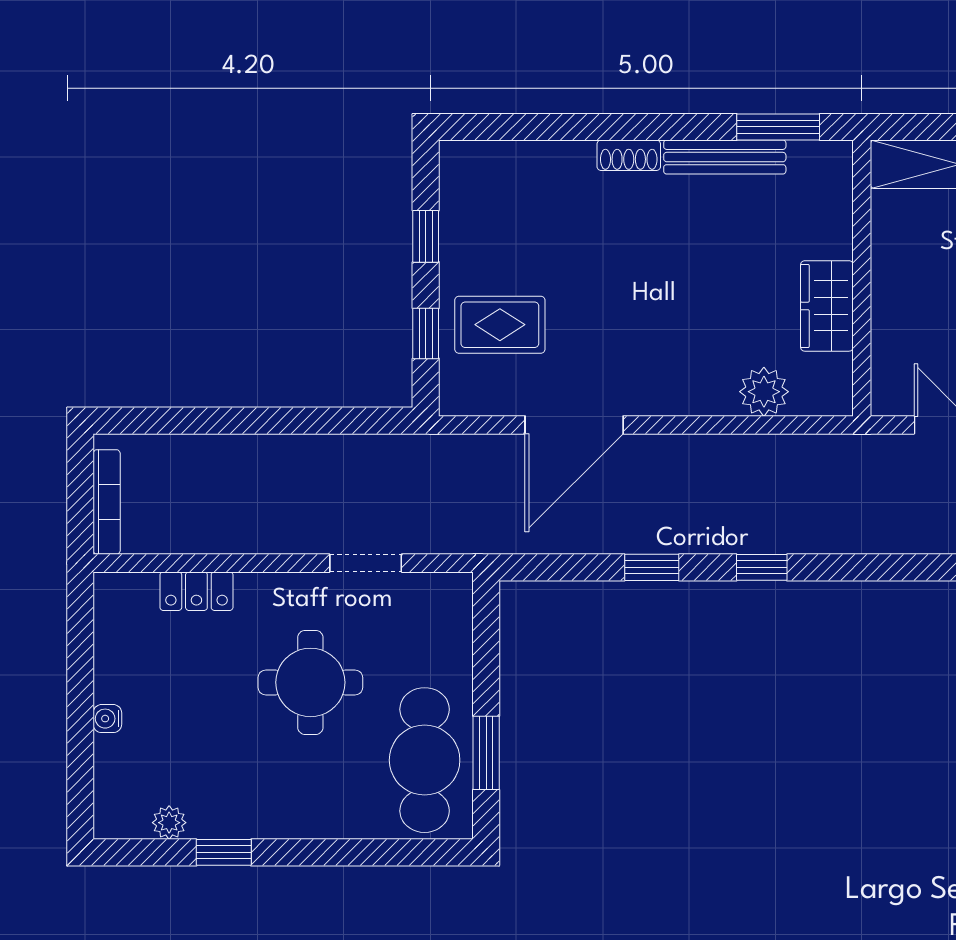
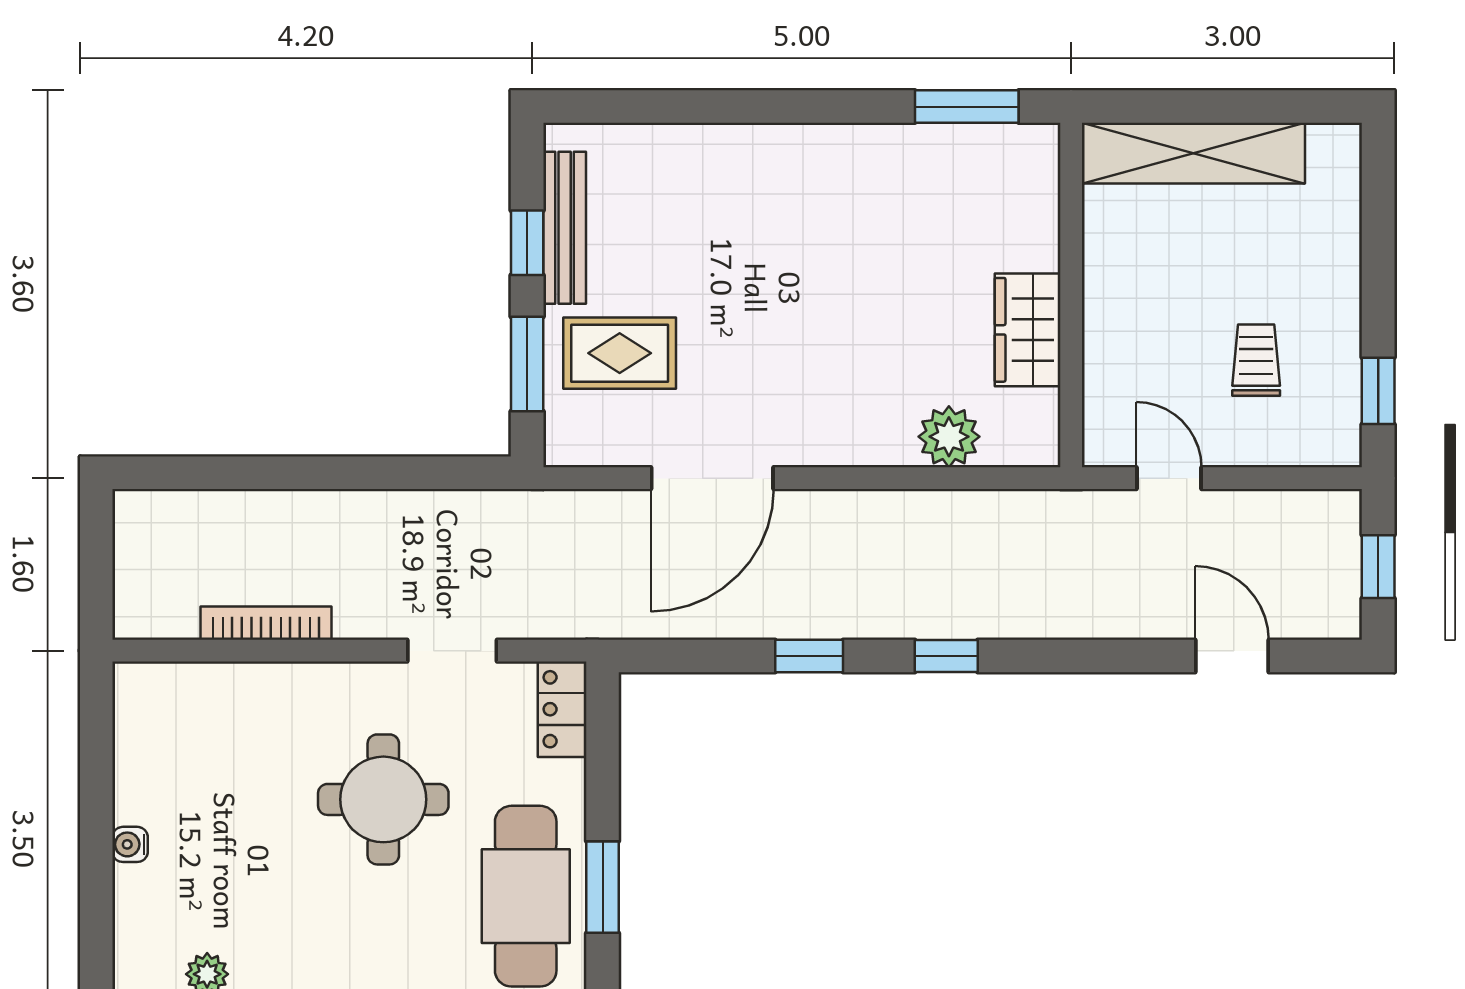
shoe rack: (629, 155) -> (780, 142), removed
bench: (725, 157) -> (565, 228), moved, turned 90
window: (426, 333) -> (527, 364), width x1.50
bookcase: (107, 502) -> (266, 623), moved, turned -90
locker: (196, 591) -> (562, 709), moved, turned 90

